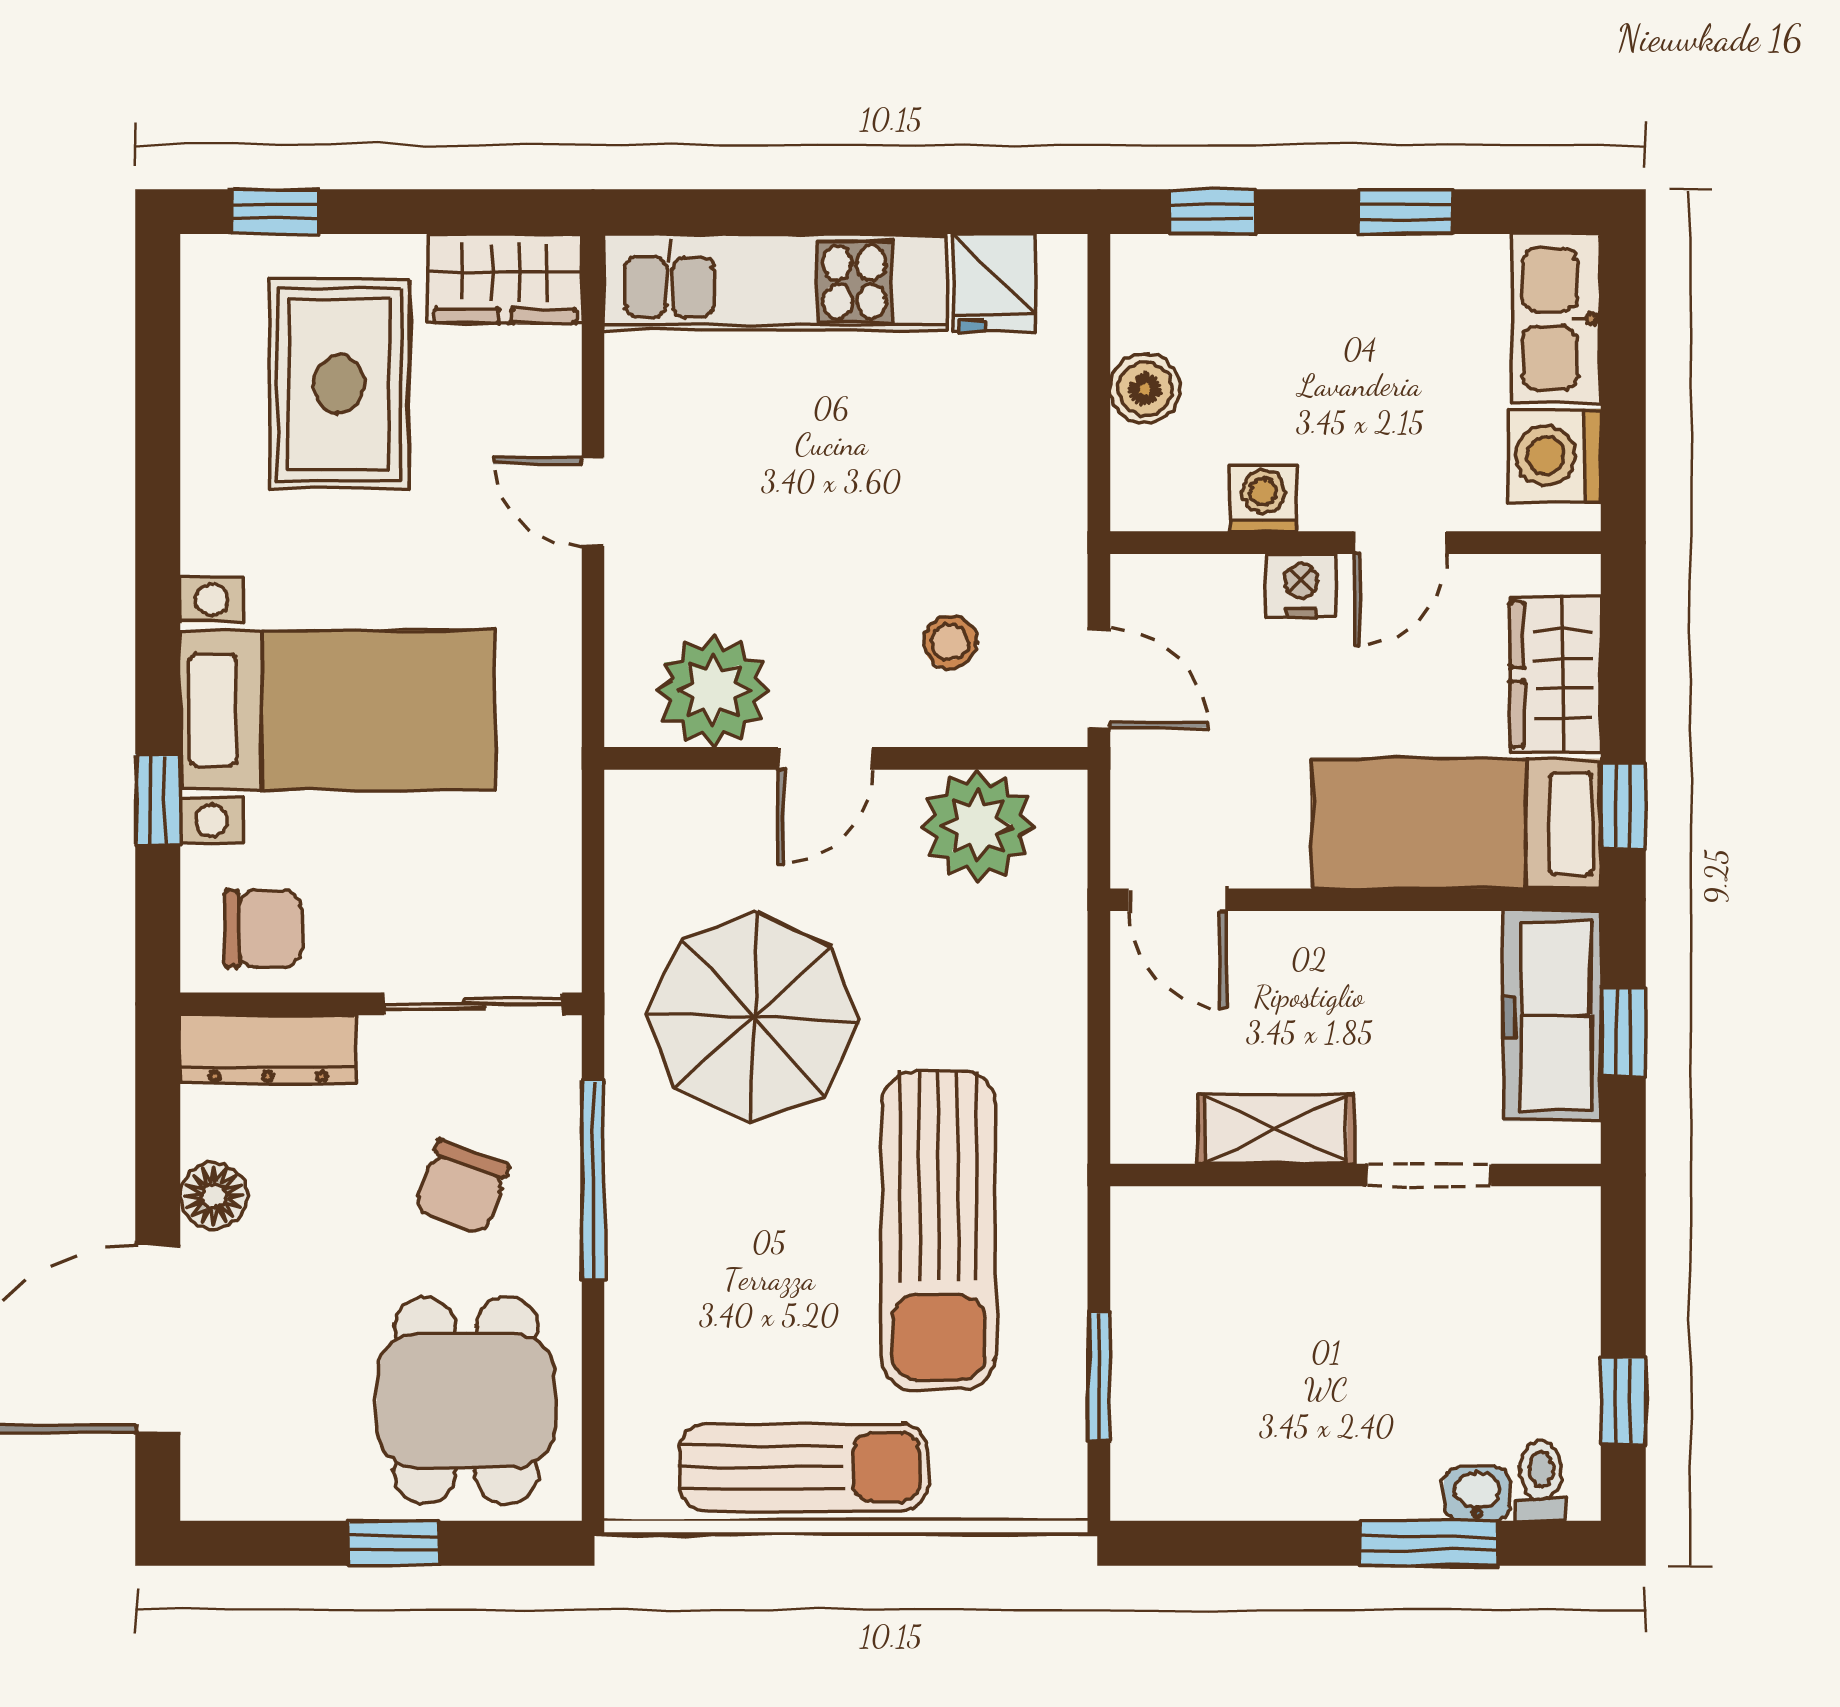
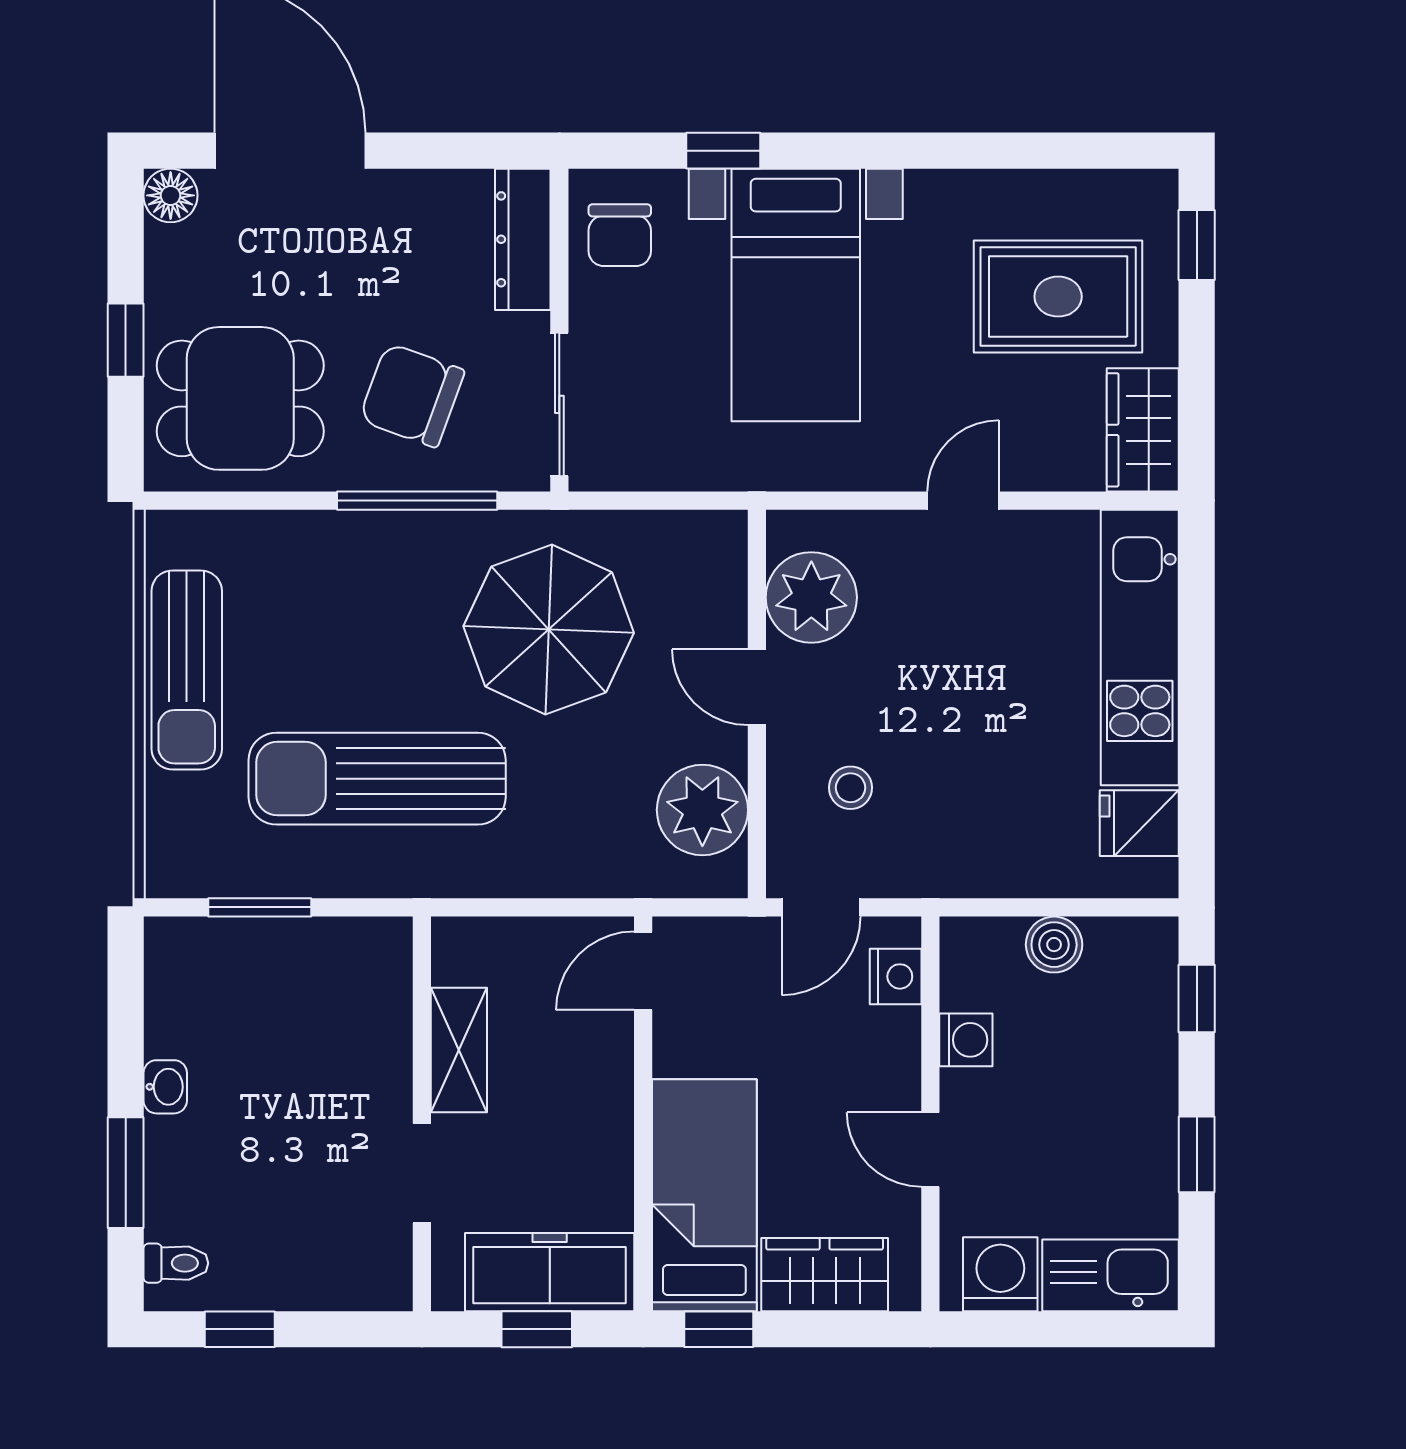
nightstand: (1301, 586) -> (896, 976), moved
chair: (462, 1187) -> (412, 395), width x1.37, depth x1.37
floor lamp: (214, 1196) -> (171, 195), moved
washbasin: (1477, 1494) -> (165, 1087), moved

